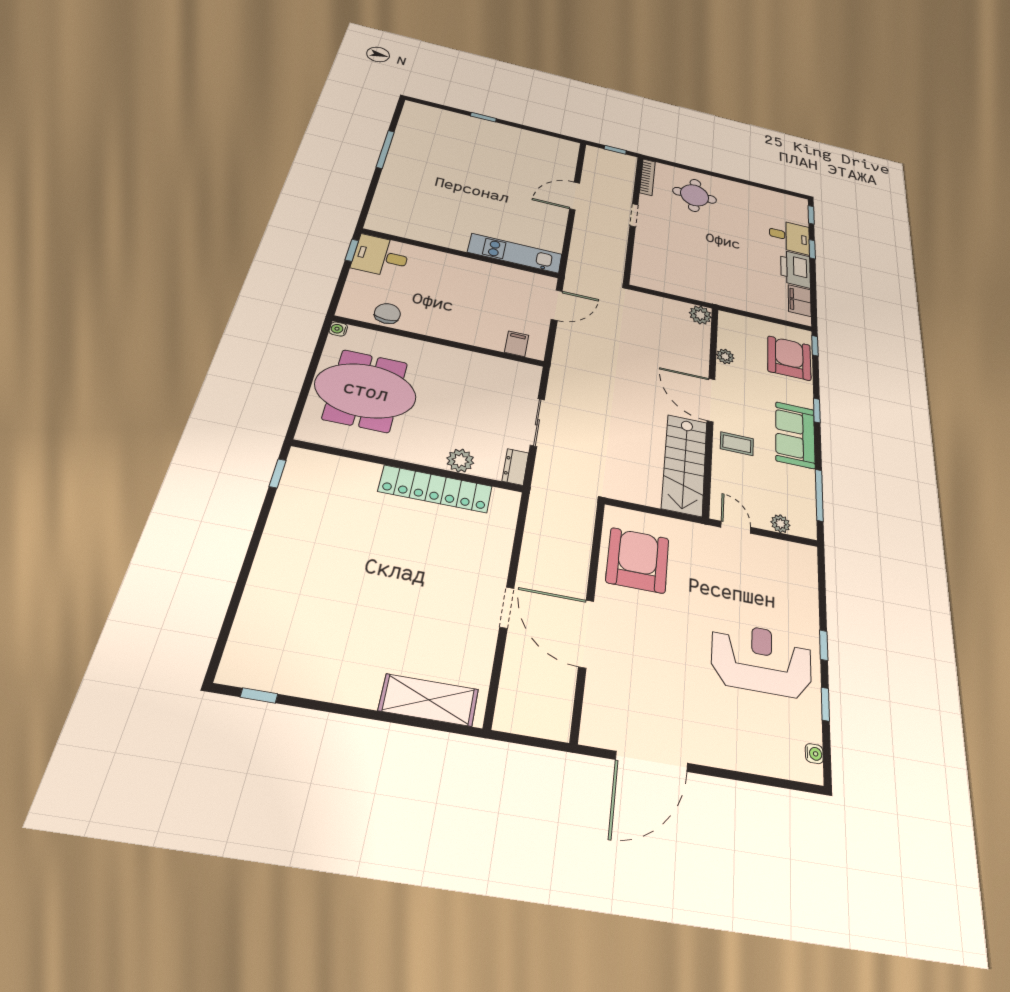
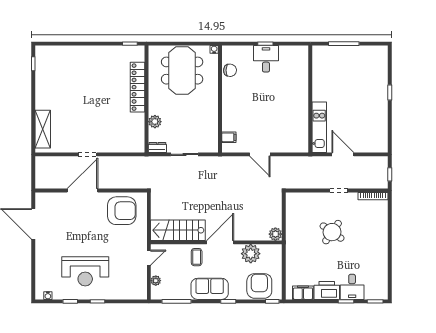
round table: (695, 195) -> (332, 232), moved, turned 35
kitchen unit: (515, 253) -> (319, 127), moved
wall: (461, 254) -> (310, 99), moved
plant: (725, 356) -> (251, 254), width x1.87, depth x1.87
armchair: (789, 358) -> (259, 286), turned -90
locker: (435, 489) -> (138, 87), moved
reception desk: (762, 660) -> (85, 271), turned 90

